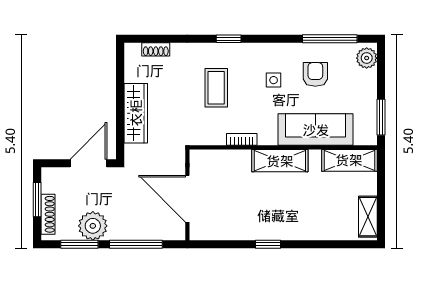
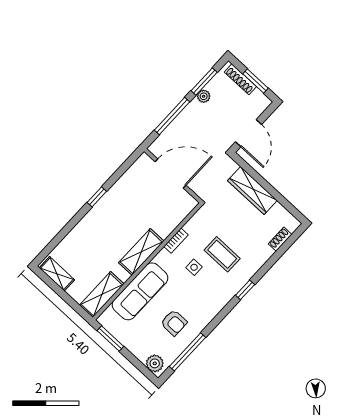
side table: (274, 80) -> (194, 267), moved
plant: (93, 226) -> (204, 96), width x0.53, depth x0.53

